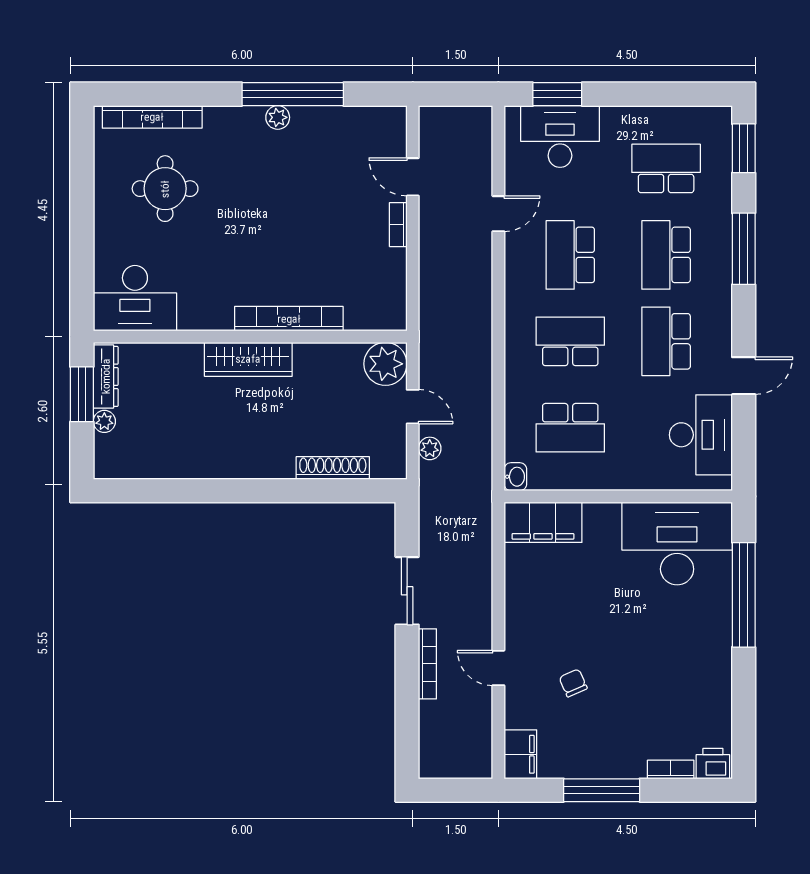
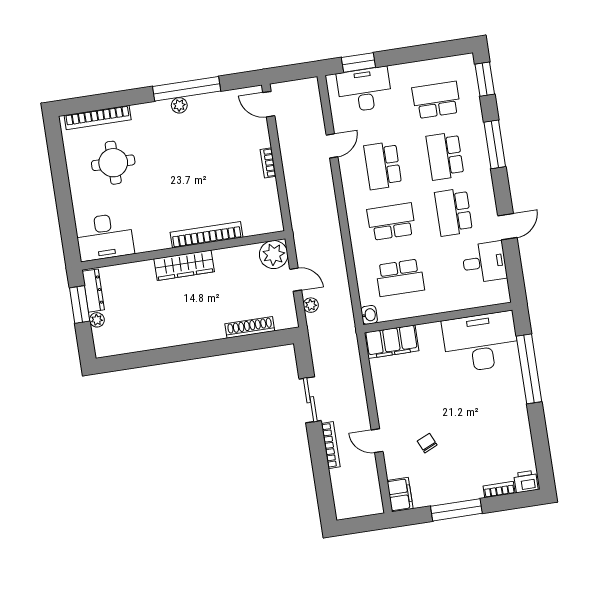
door: (413, 177) -> (269, 104), moved
desk: (701, 435) -> (484, 262), width x0.73

